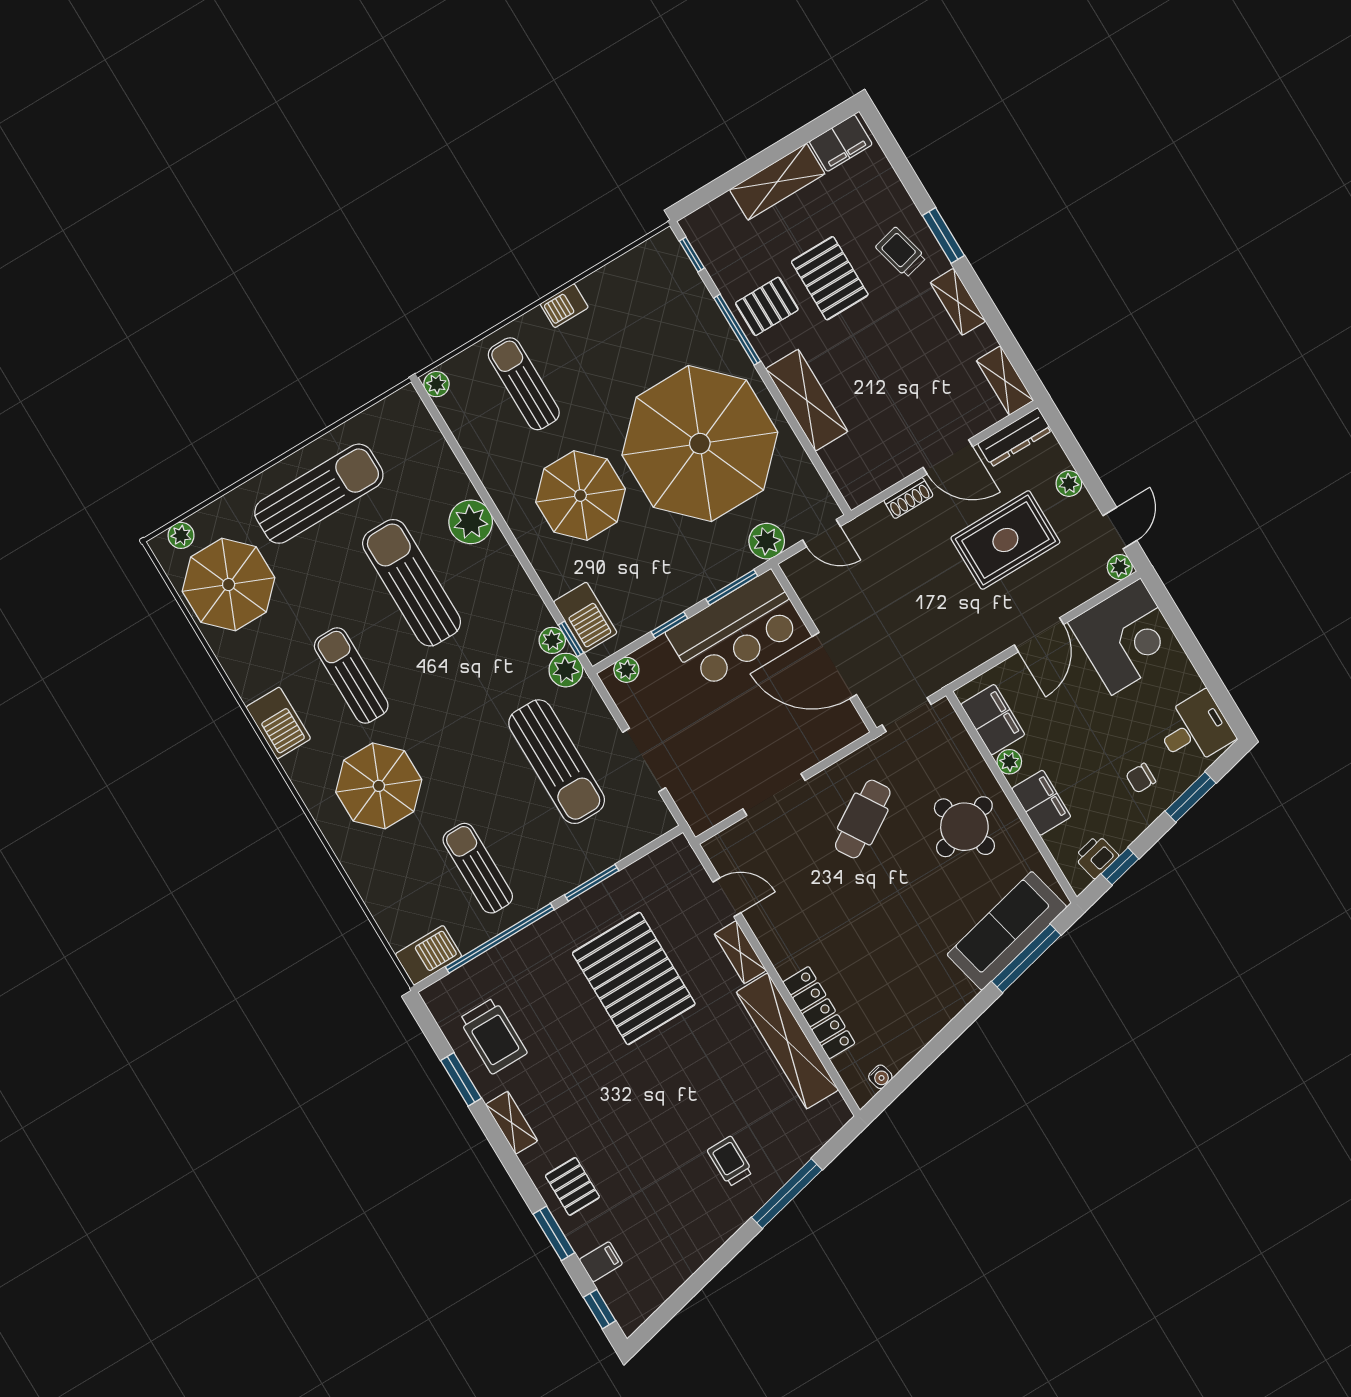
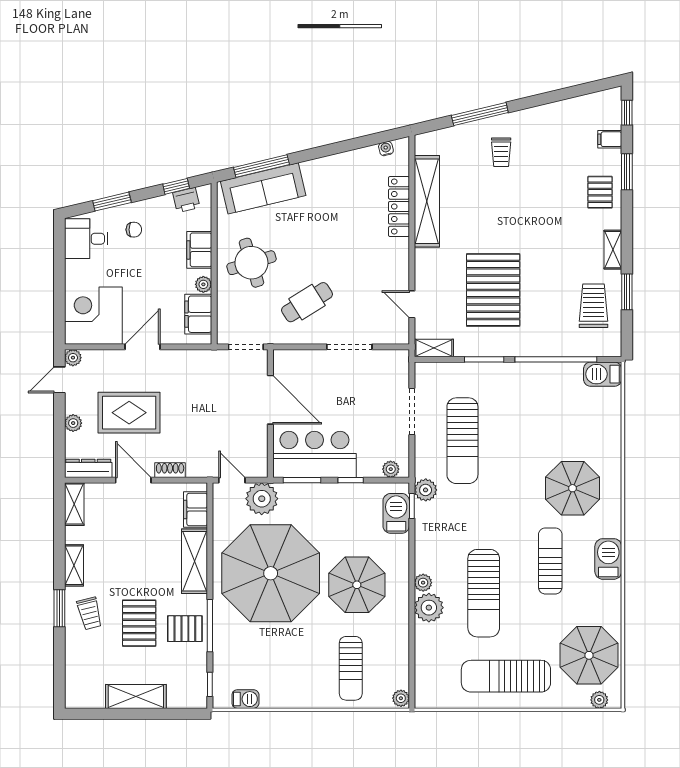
filing cabinet: (841, 143) -> (196, 510), moved, turned -90
barbecue: (564, 306) -> (245, 699), moved
plant: (767, 541) -> (262, 499), width x1.36, depth x1.36
plant: (552, 640) -> (423, 583), moved
sun lounger: (351, 675) -> (550, 561), turned 180
sun lounger: (557, 762) -> (462, 441), turned 180
sun lounger: (478, 868) -> (544, 407), removed
shelving: (740, 952) -> (434, 348), moved, turned 90

